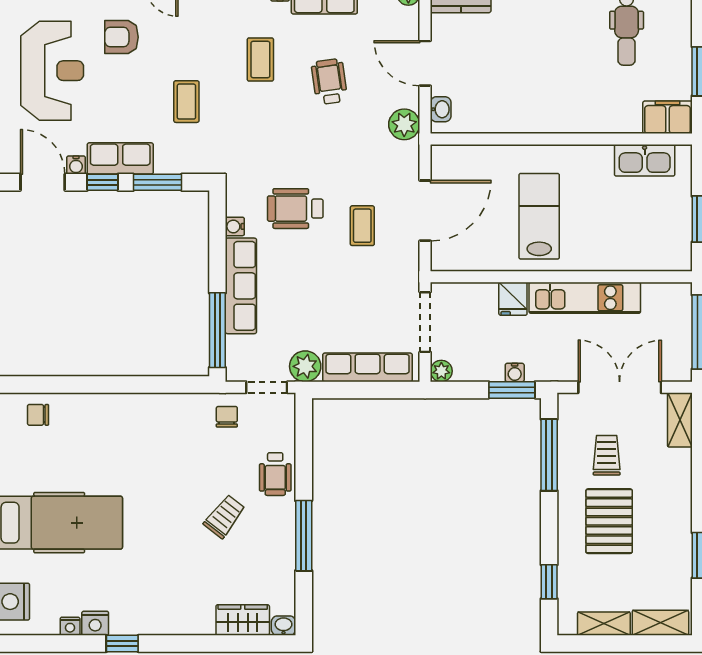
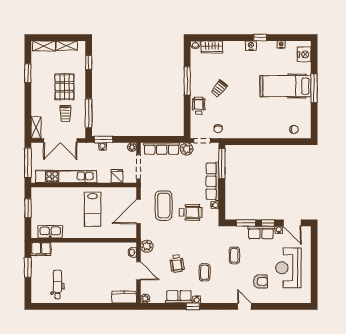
coffee table: (362, 226) -> (164, 205), width x1.86, depth x1.72
kitchen unit: (585, 298) -> (66, 177), width x1.36
fridge: (513, 299) -> (117, 176), moved
nightstand: (95, 623) -> (251, 46), moved

